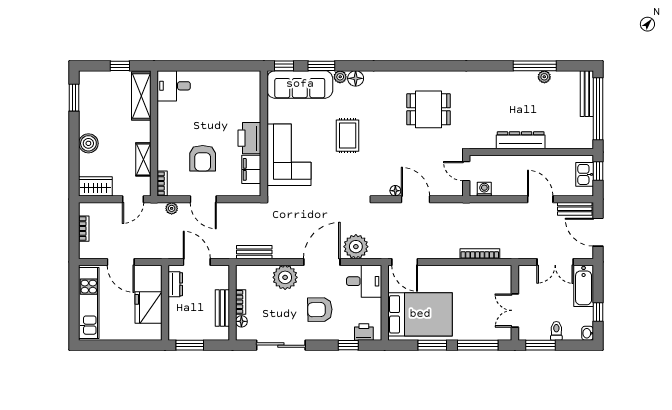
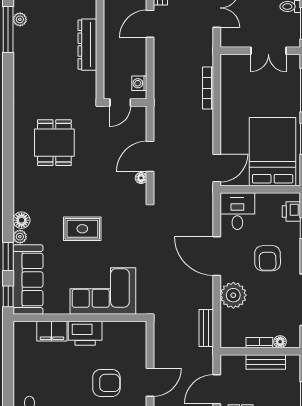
filing cabinet: (251, 169) -> (52, 331), moved
plant: (356, 247) -> (201, 220), removed

